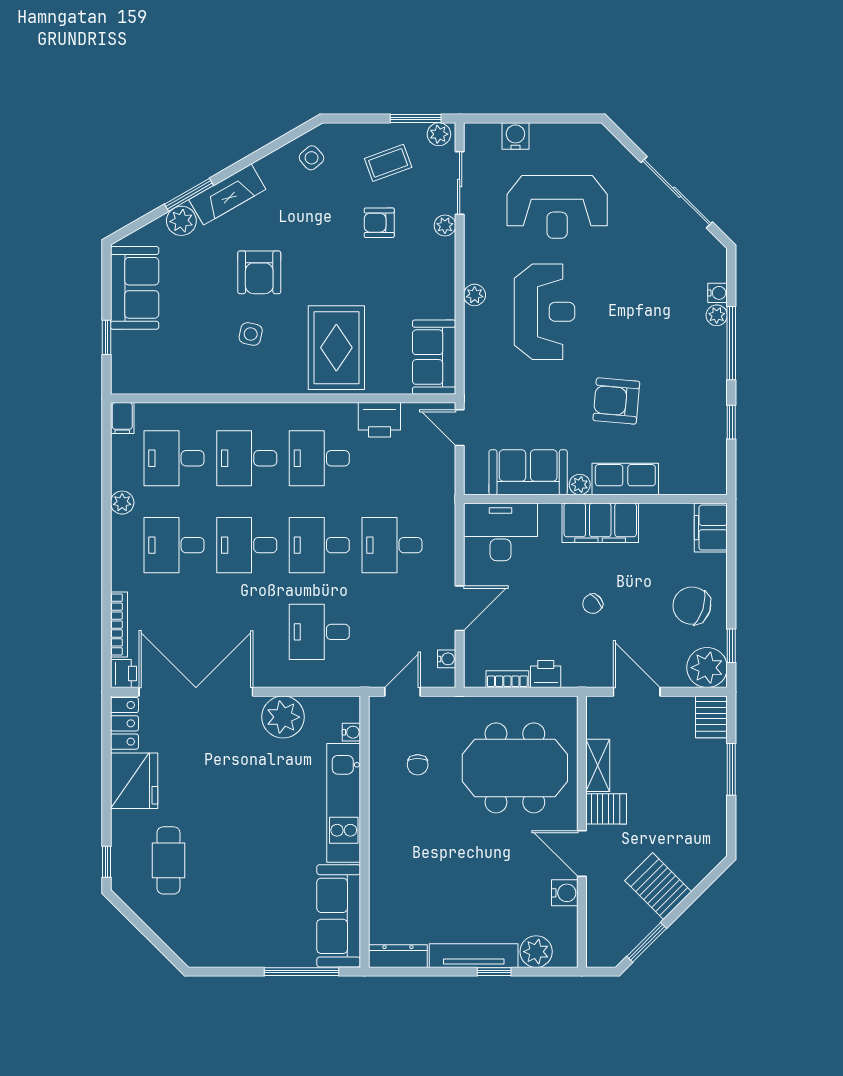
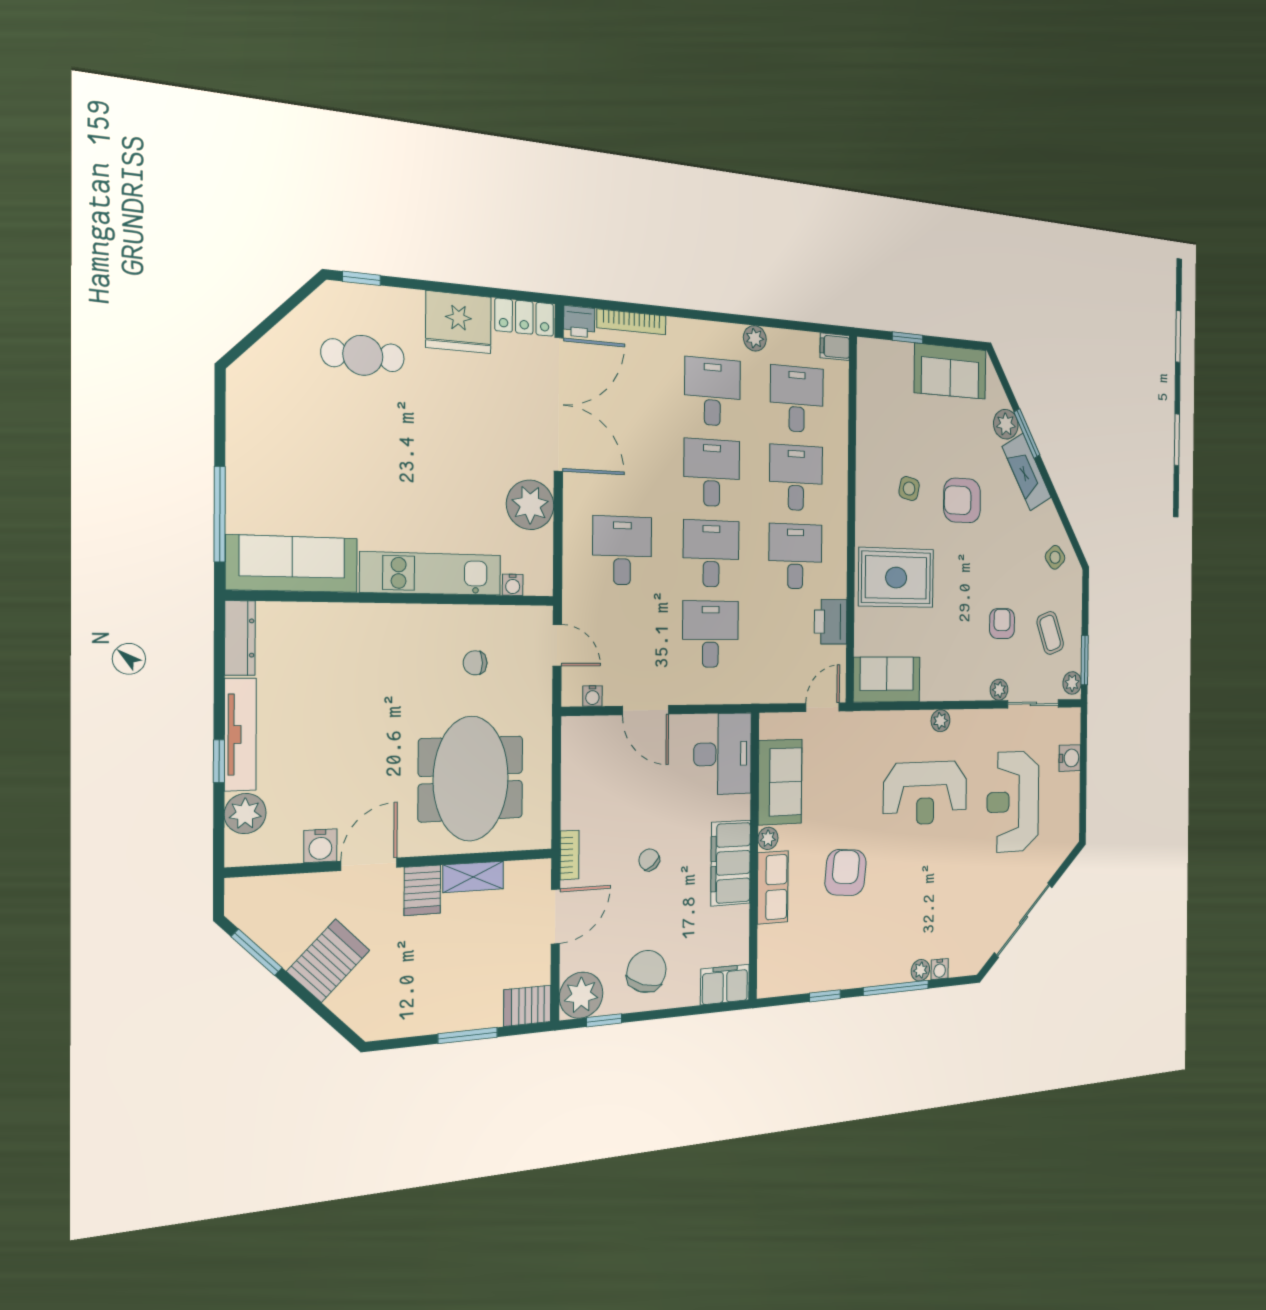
printer: (546, 674) -> (575, 810), removed
bookcase: (507, 679) -> (569, 855), moved

